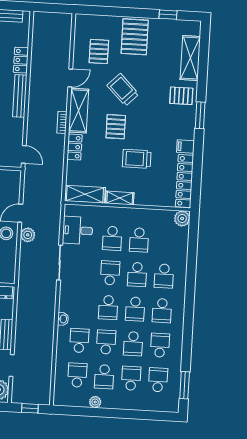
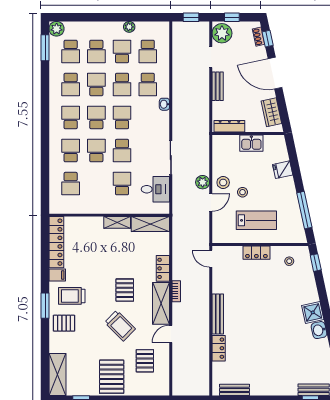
shelving: (190, 58) -> (57, 374), moved
trolley: (137, 159) -> (72, 296), moved, turned 180
plant: (182, 219) -> (57, 29), moved
school desk: (139, 240) -> (71, 184), moved, turned 180

